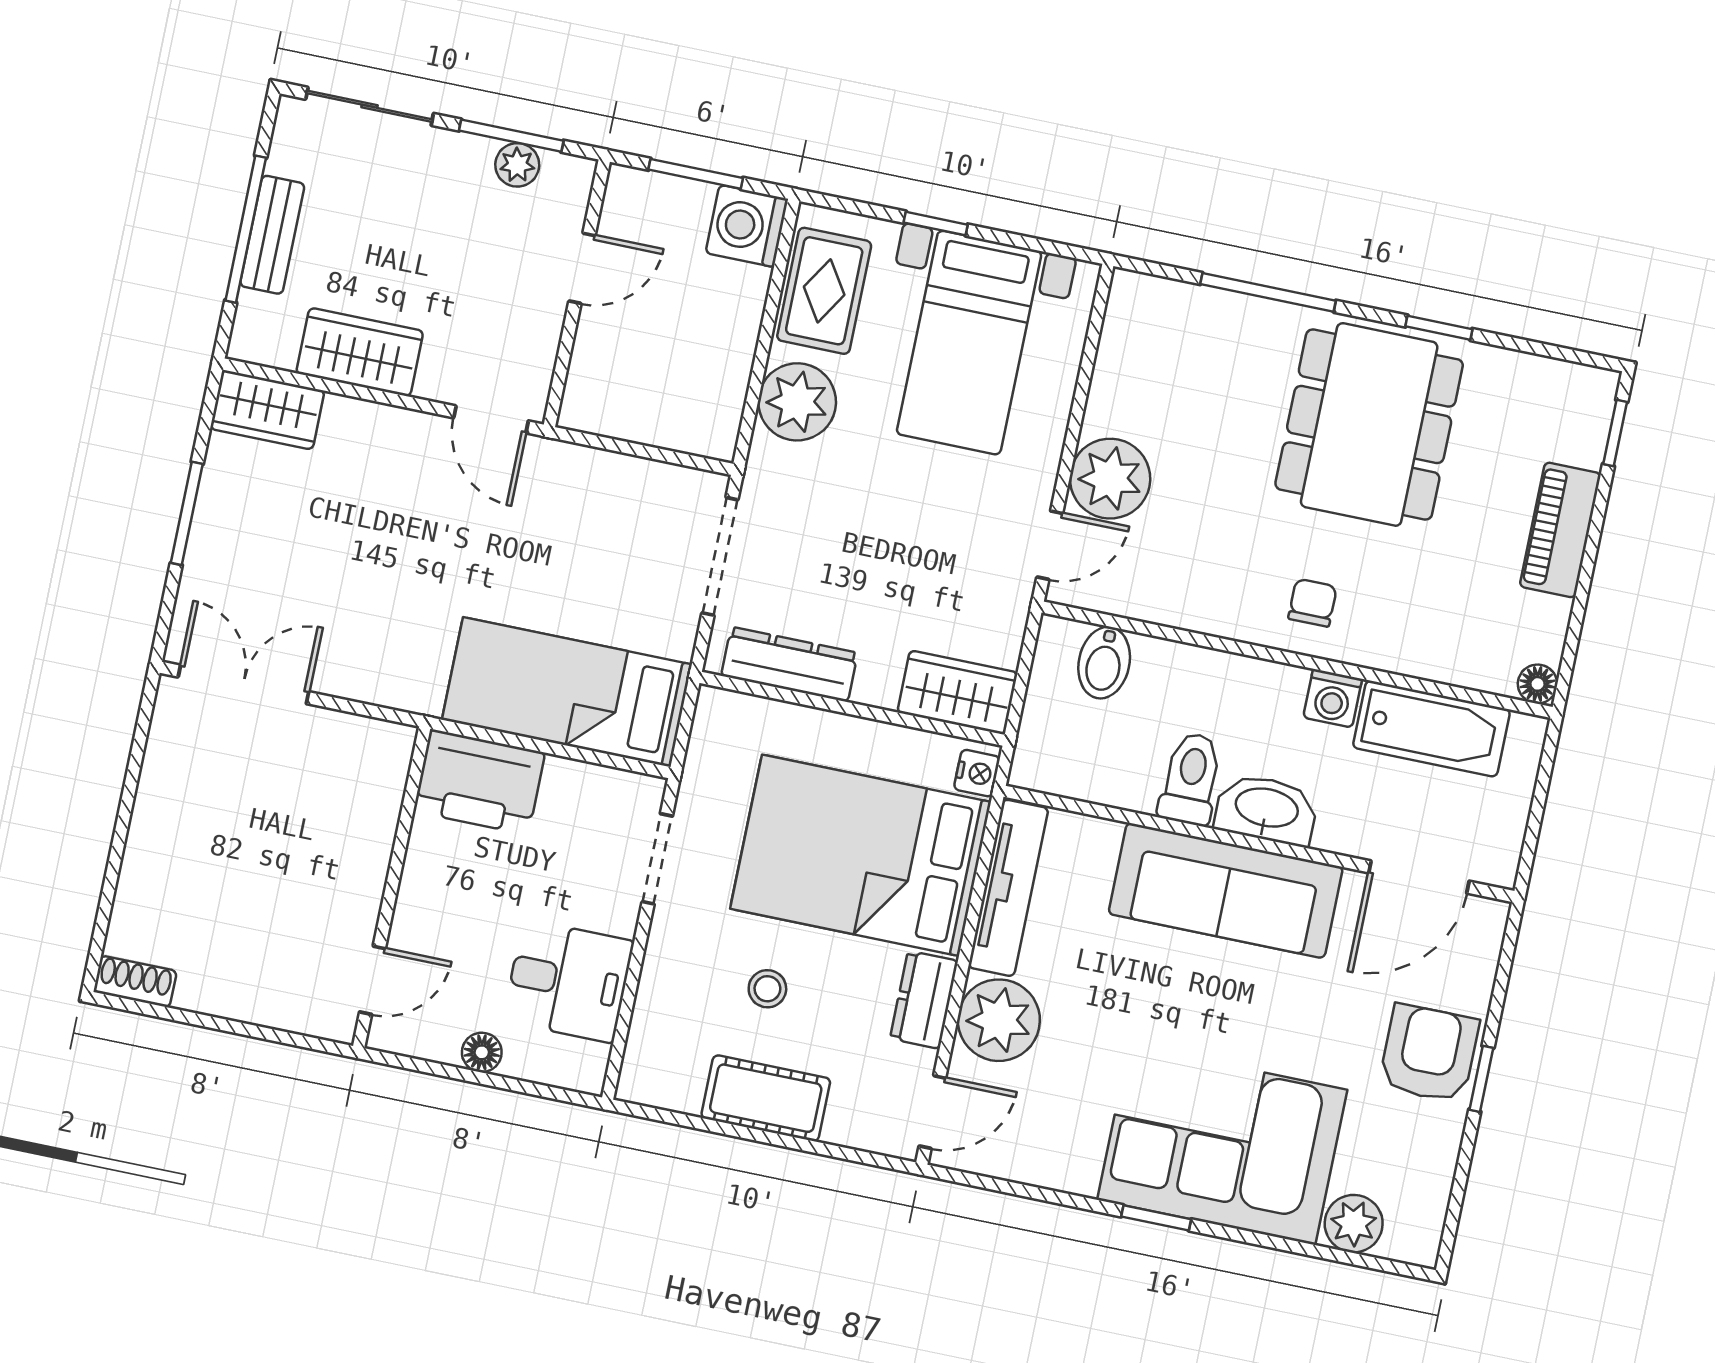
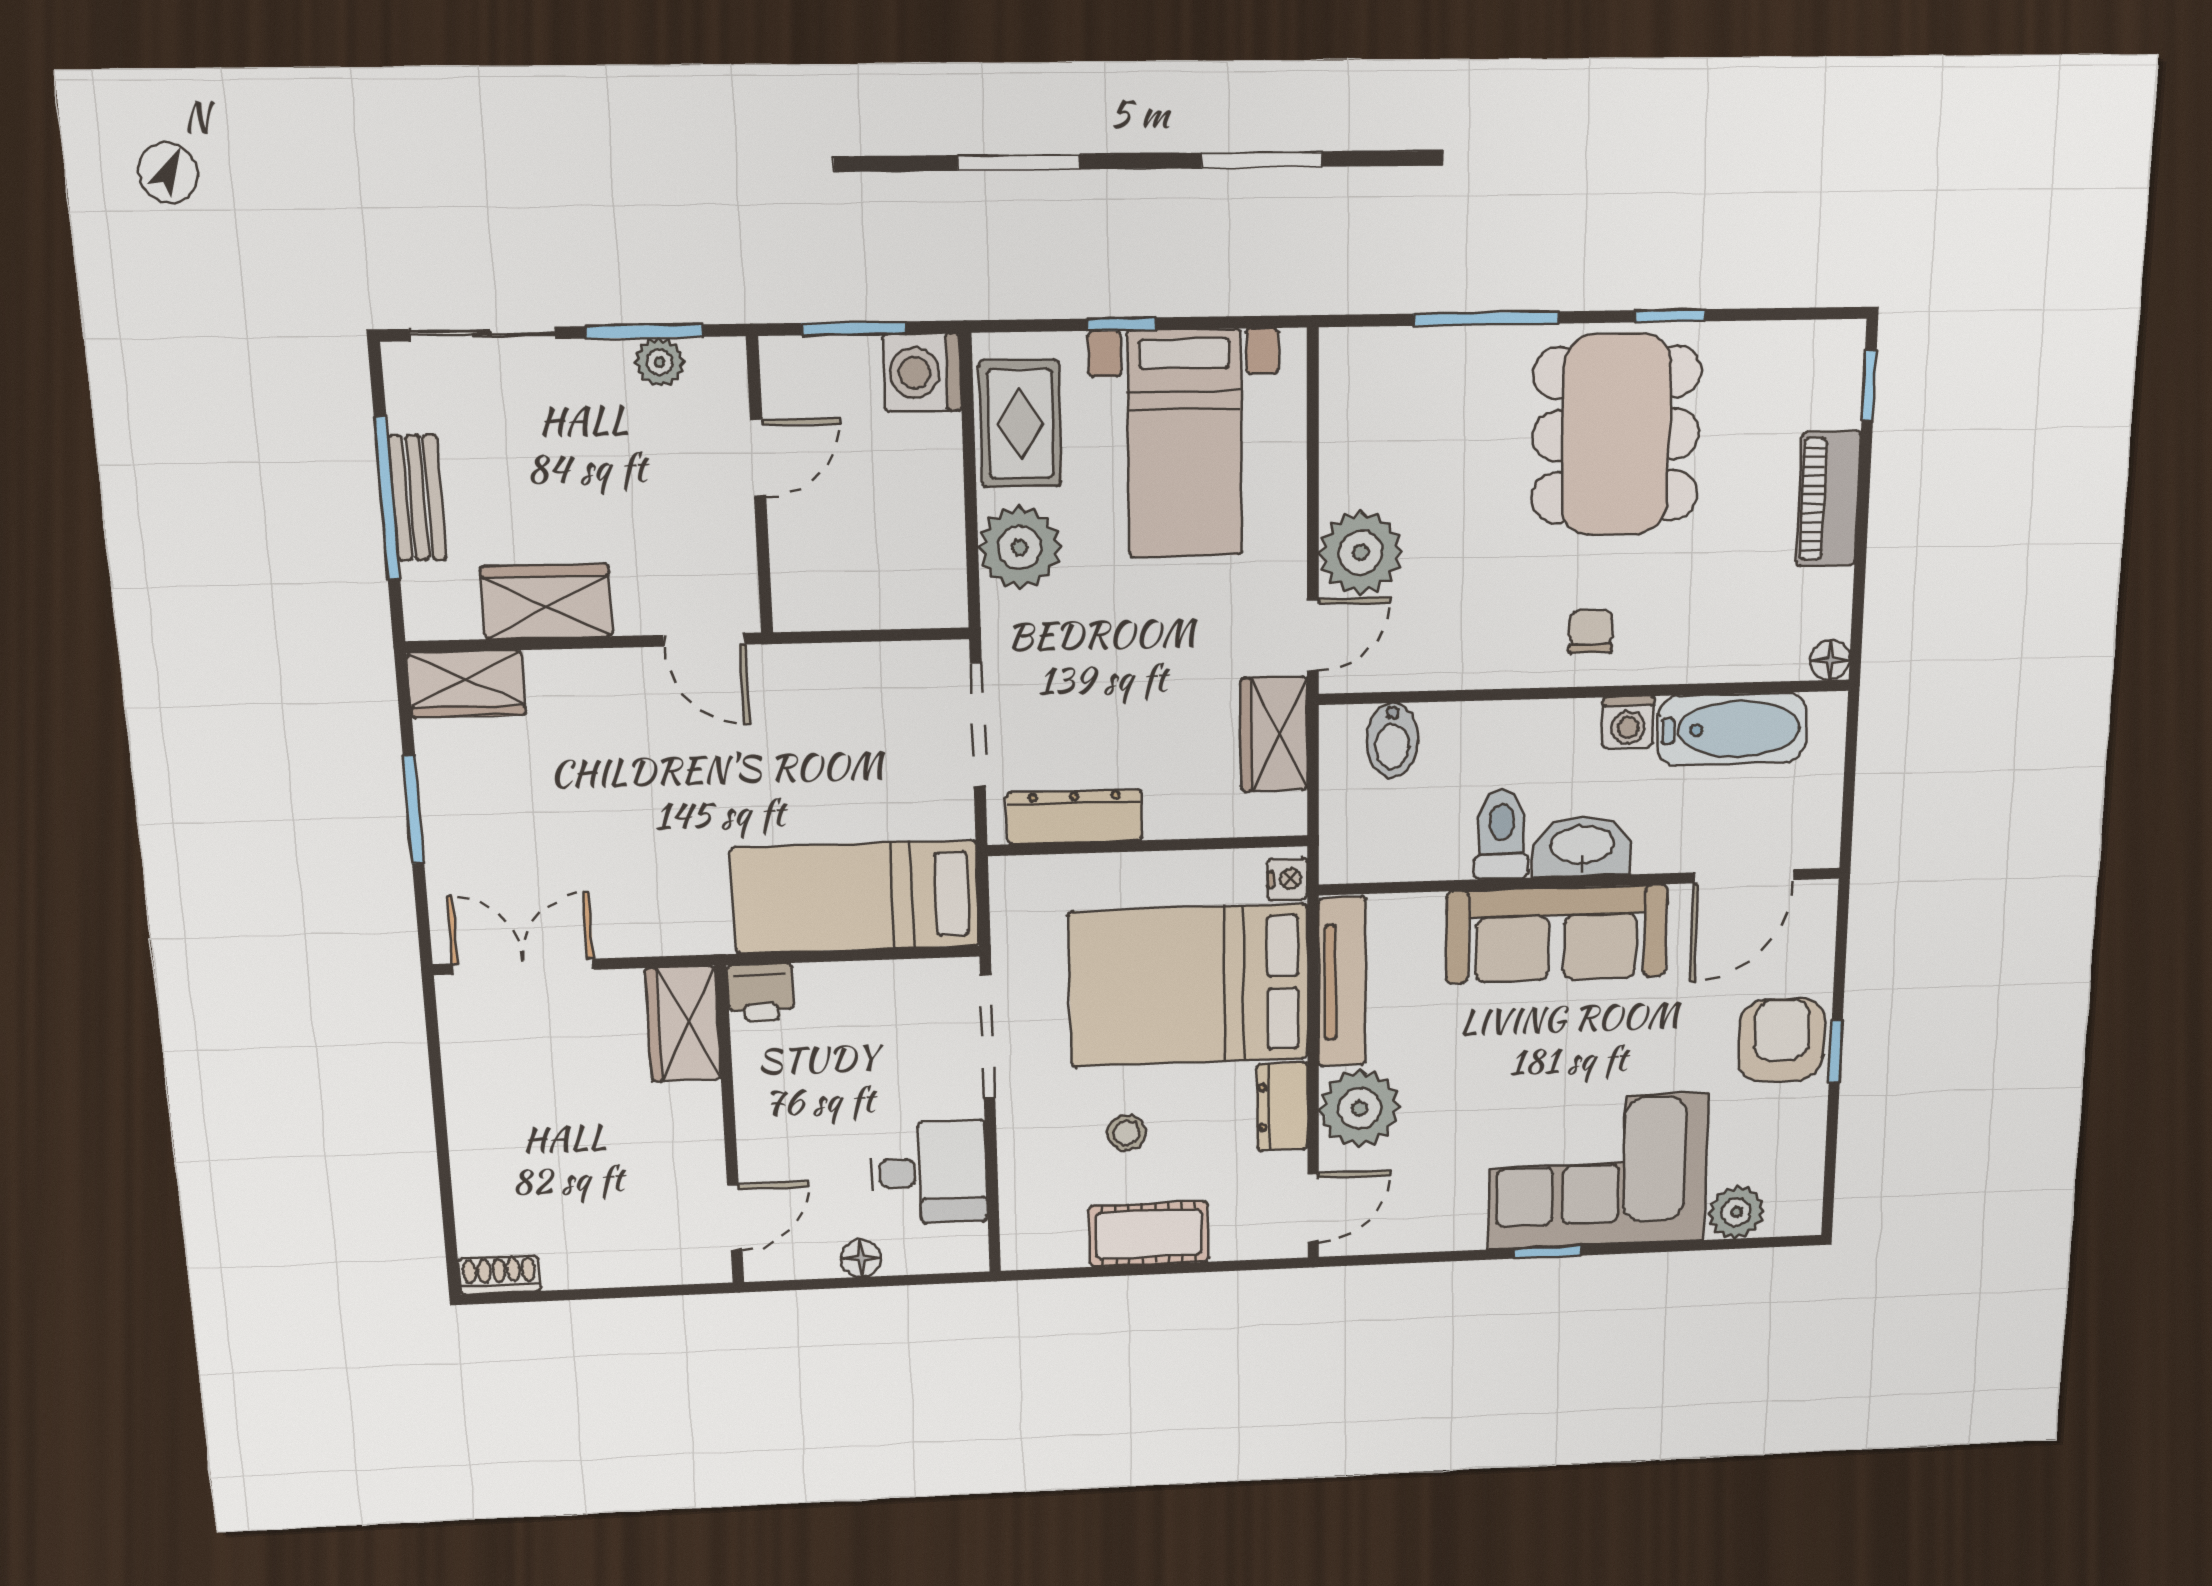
wardrobe: (957, 692) -> (1274, 734), moved, turned -90
wardrobe: (375, 776) -> (683, 1024), added
printer: (479, 782) -> (761, 993), width x0.53, depth x0.68
doorway: (657, 859) -> (988, 1037), width x1.38

